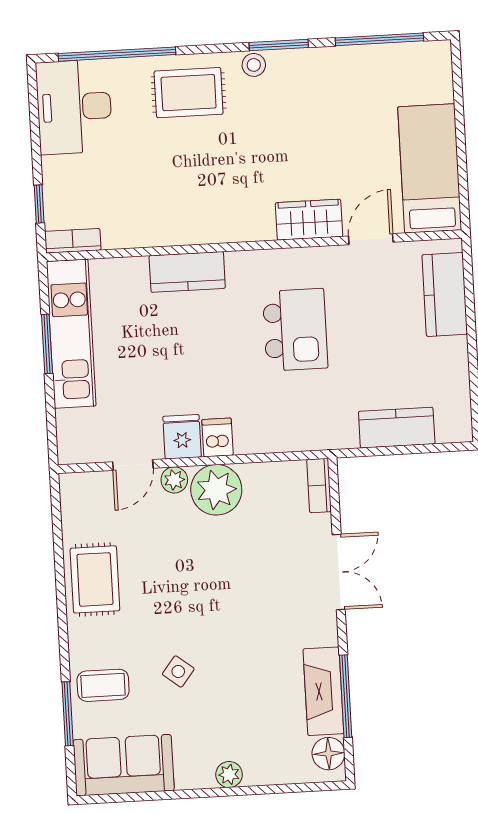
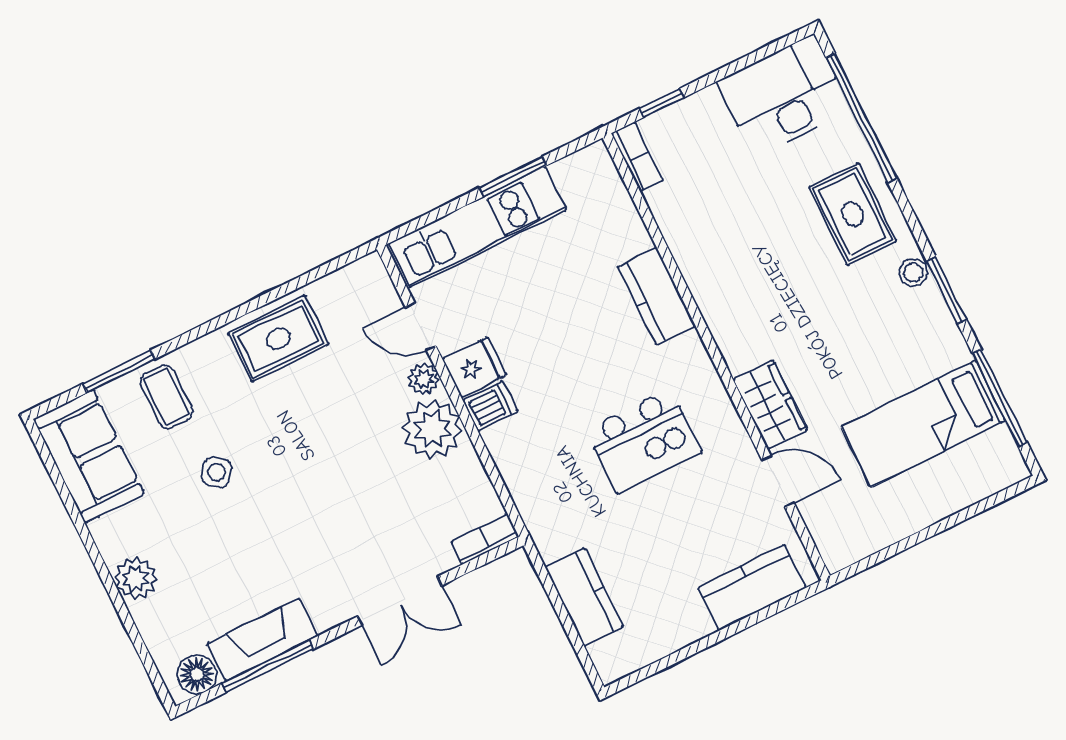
bed: (430, 168) -> (923, 424), moved, turned 180
kitchen unit: (71, 334) -> (477, 227), moved
plant: (229, 775) -> (136, 578), width x1.38, depth x1.38

